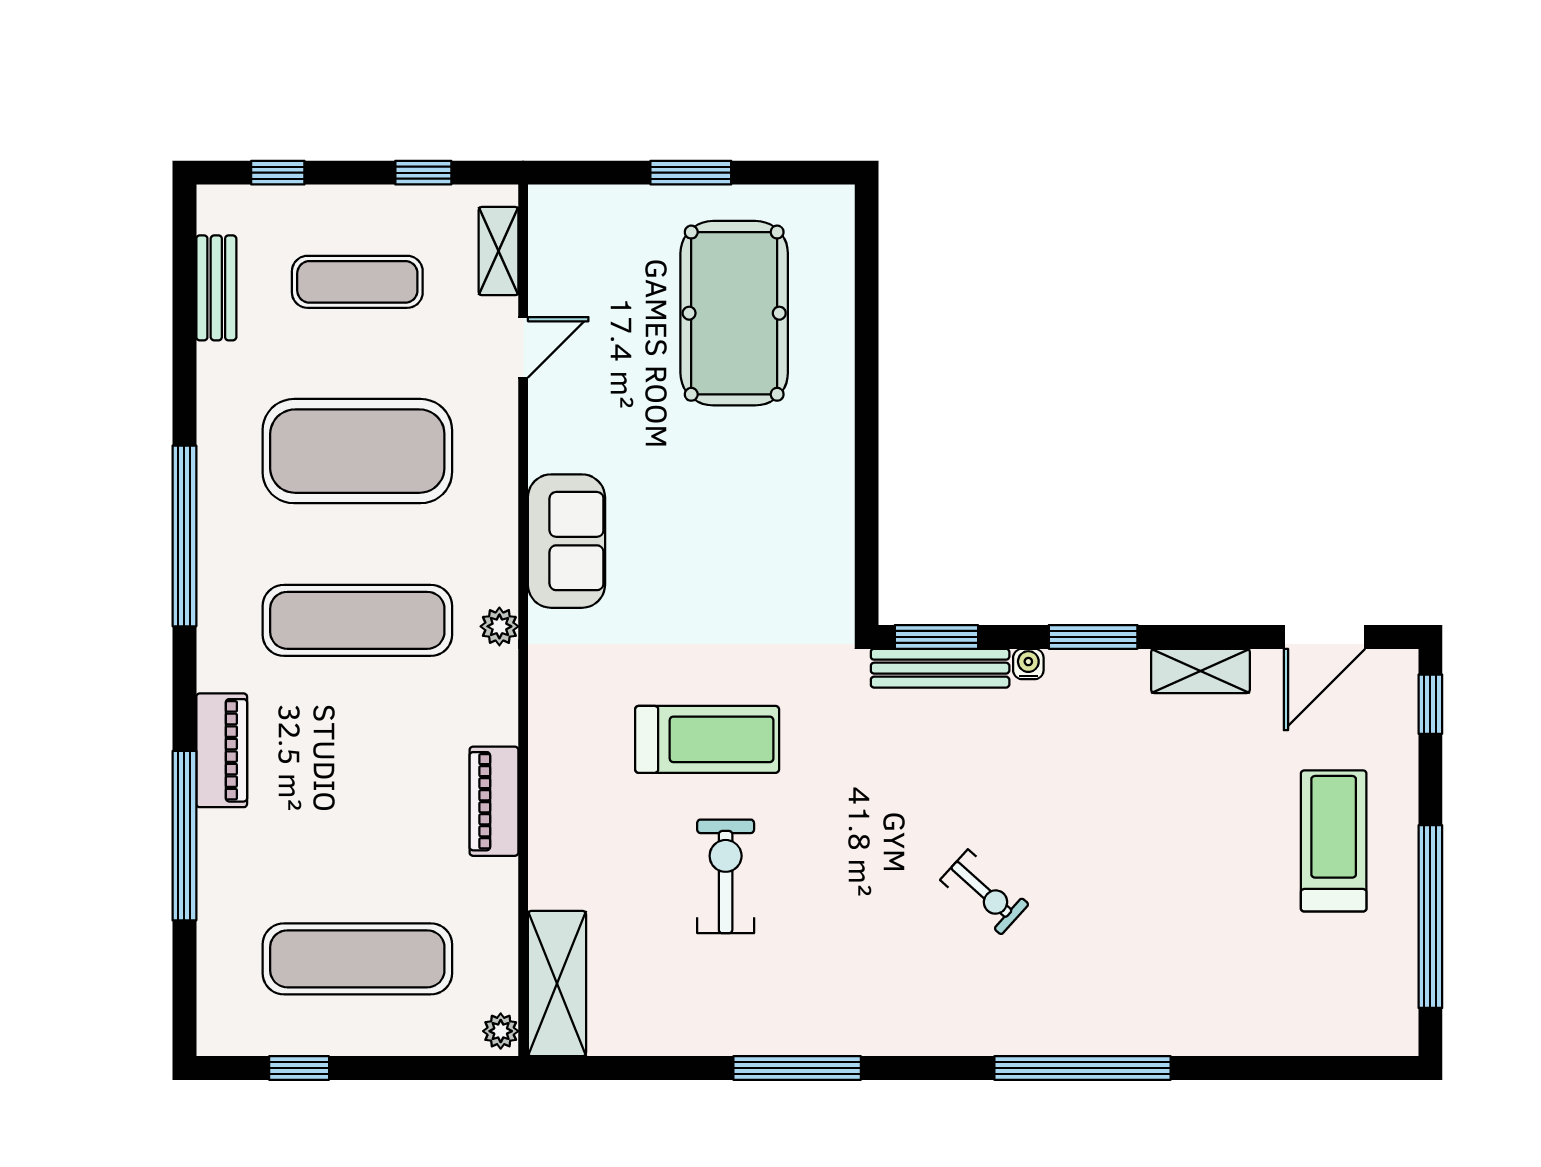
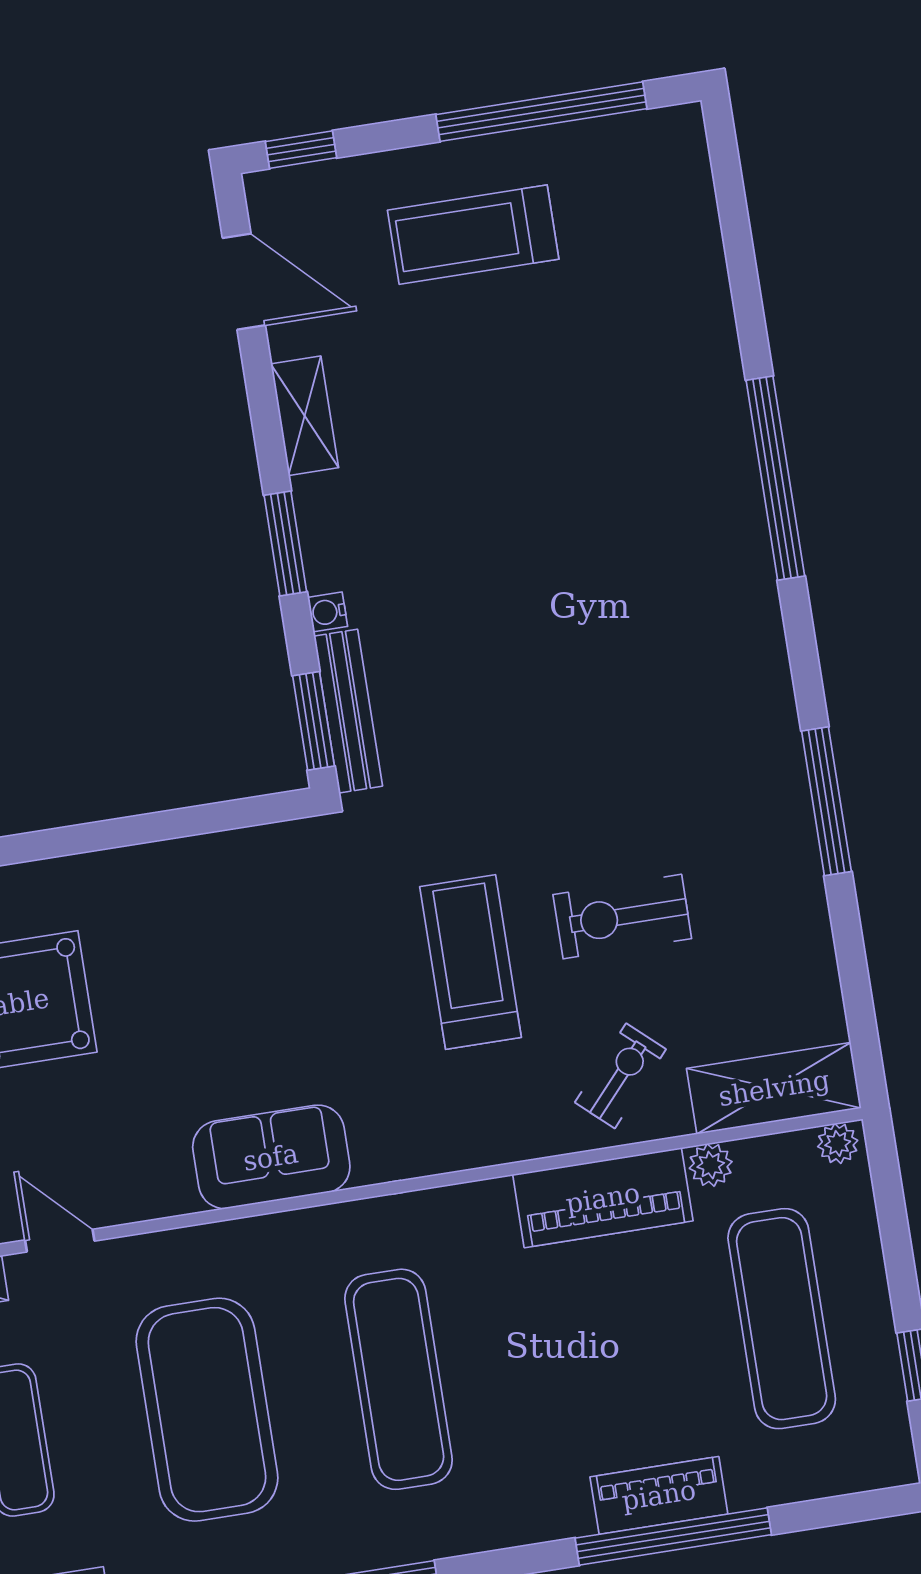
plant: (499, 626) -> (711, 1165), moved
piano: (222, 750) -> (659, 1495), moved
piano: (494, 801) -> (603, 1198), width x1.37, depth x1.33
exercise bike: (984, 892) -> (620, 1076), moved

